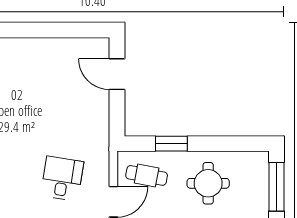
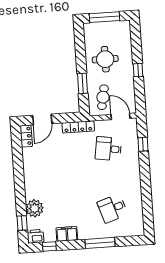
locker: (92, 46) -> (26, 136), added
locker: (101, 132) -> (78, 127), added

